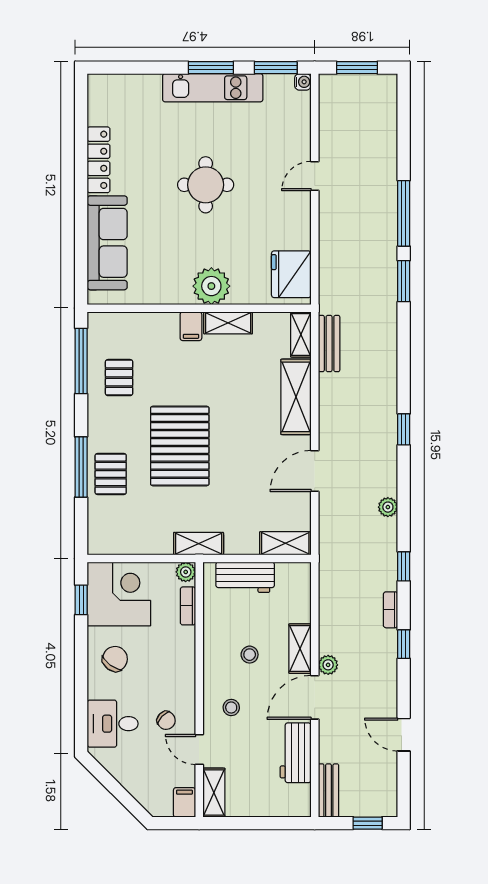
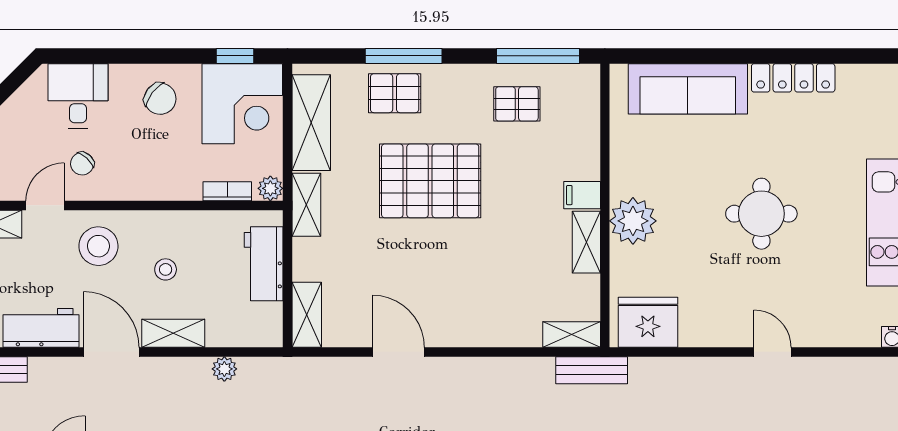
bench: (329, 344) -> (592, 370), moved
shelving: (296, 397) -> (311, 123), moved, turned 90
plant: (328, 665) -> (224, 369), moved
stool: (231, 708) -> (98, 246), width x1.89, depth x1.89

